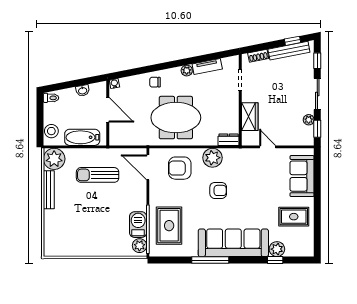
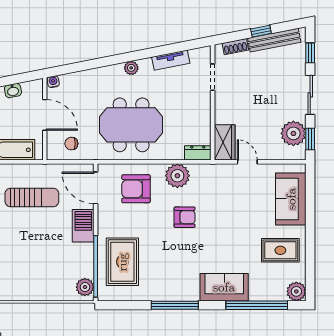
window: (293, 41) -> (261, 31), moved
plant: (187, 71) -> (131, 68), moved
chair: (155, 82) -> (71, 144), moved
wardrobe: (250, 117) -> (225, 142), moved
plant: (309, 120) -> (293, 133), width x1.87, depth x1.87
sun lounger: (98, 175) -> (32, 197), turned 180
barbecue: (138, 225) -> (83, 226), moved
sofa: (233, 243) -> (224, 287), width x0.54, depth x0.79
plant: (277, 249) -> (296, 291), moved
window: (275, 260) -> (257, 305), width x3.17

